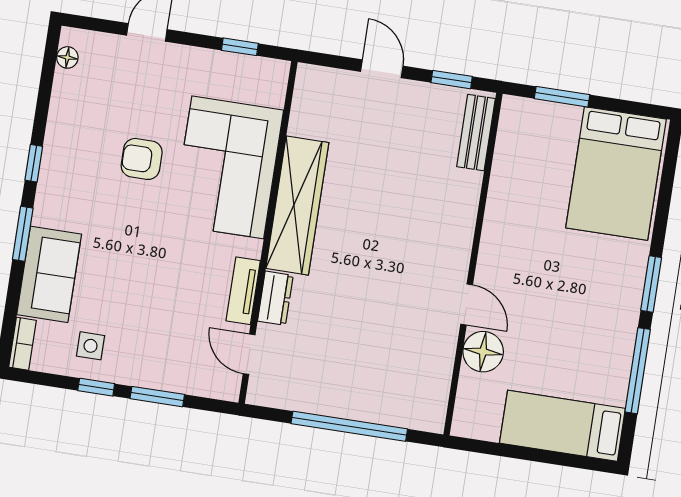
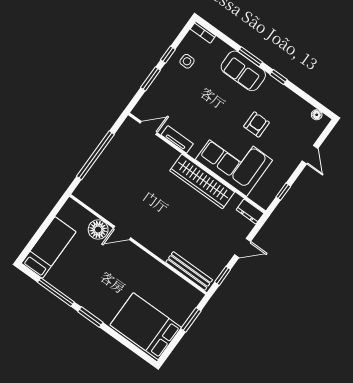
bench: (476, 133) -> (189, 271), width x1.36
sofa: (49, 274) -> (243, 71), moved
dresser: (275, 298) -> (250, 212), moved

